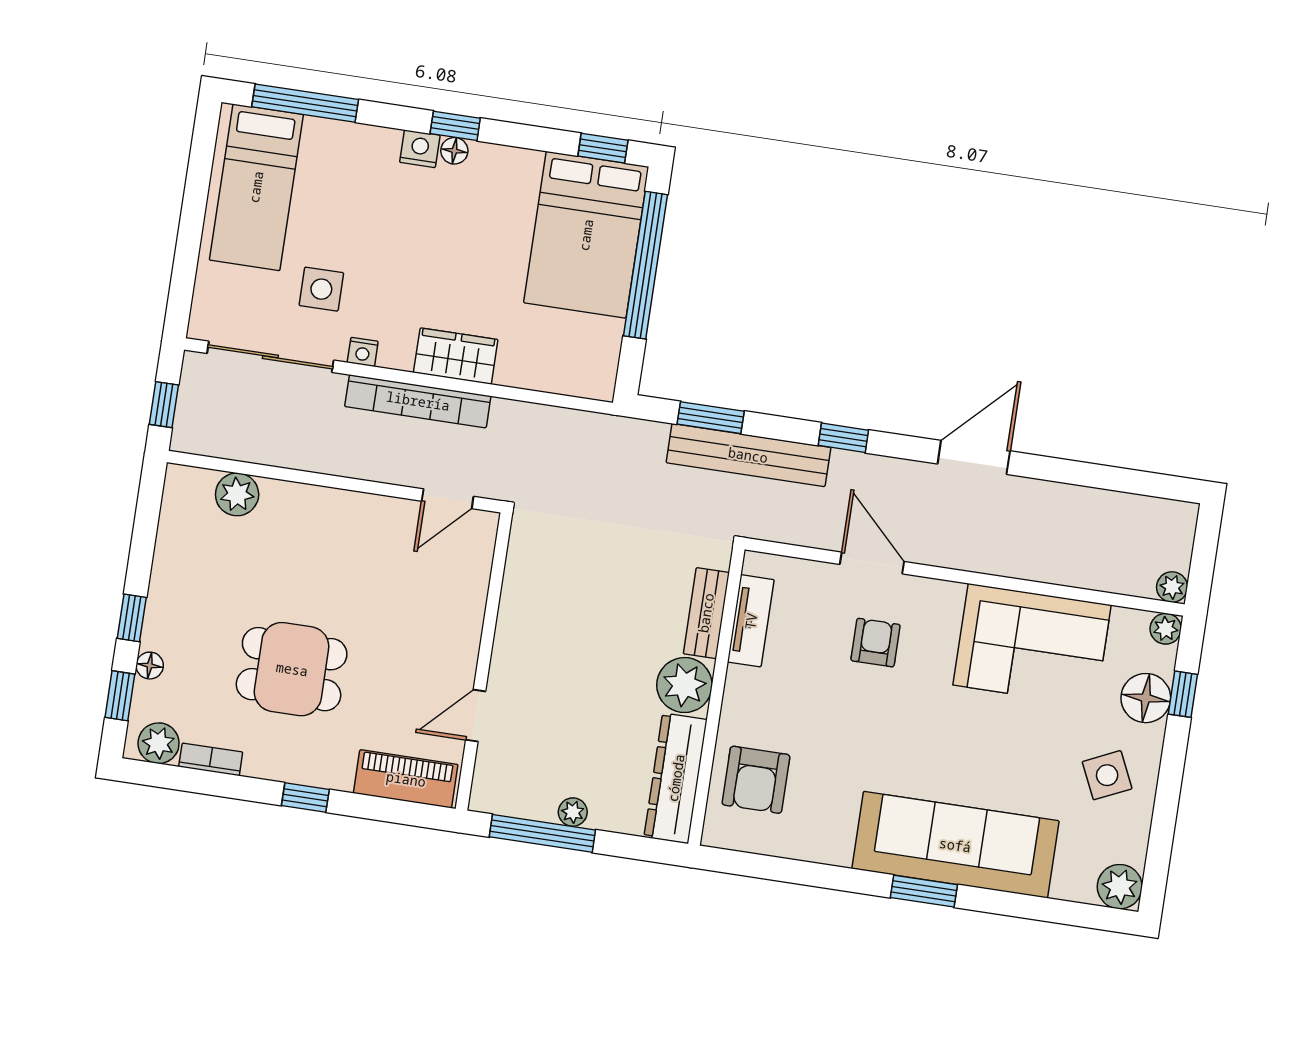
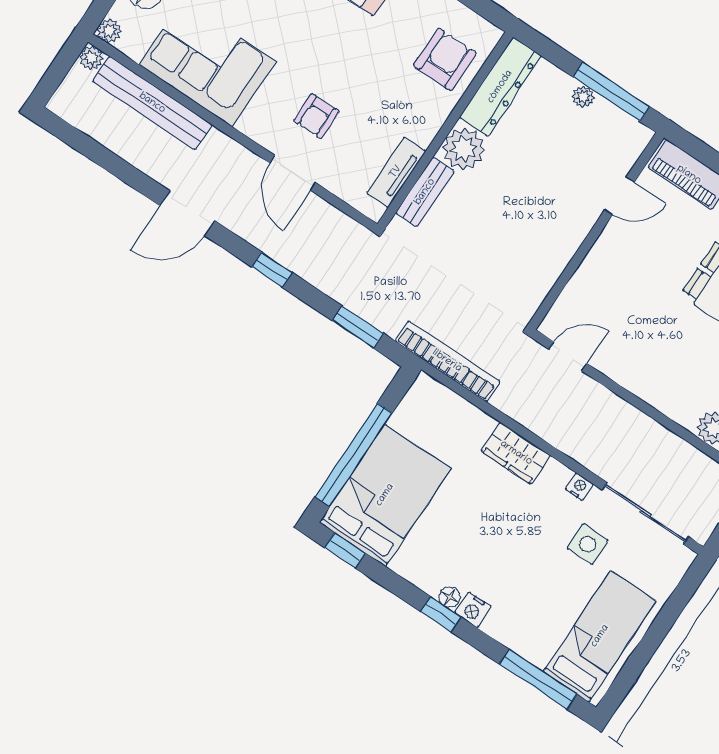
bookcase: (418, 401) -> (447, 361), moved
bench: (748, 455) -> (152, 103), moved

